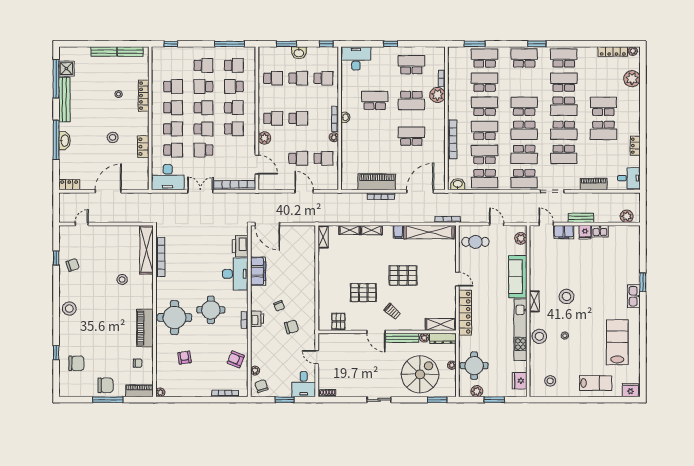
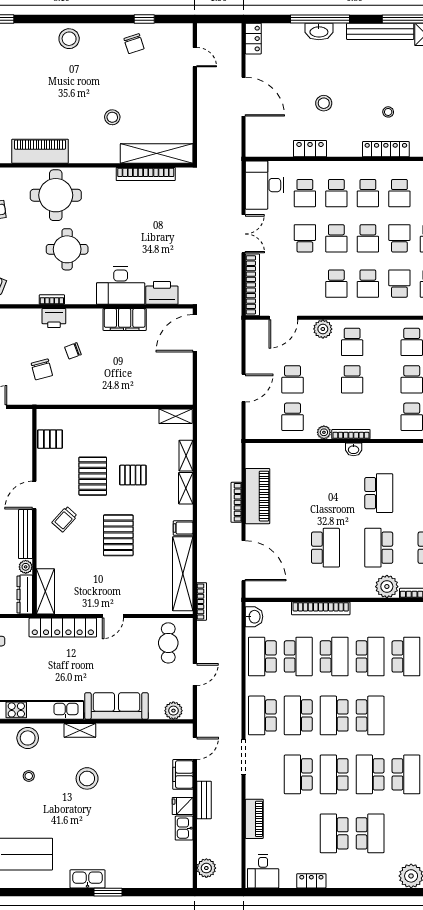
pallet: (363, 266) -> (133, 475), added

